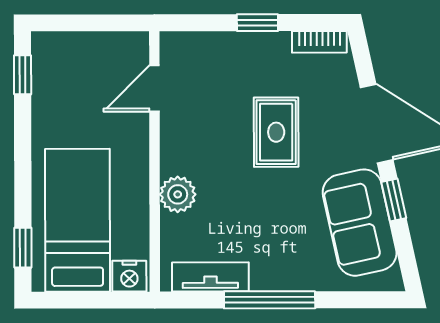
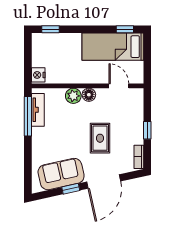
rug: (276, 132) -> (100, 138), turned 90
floor lamp: (175, 158) -> (89, 95), added
bed: (77, 220) -> (113, 47), moved, turned 180
window: (270, 300) -> (28, 116), moved

